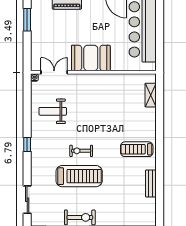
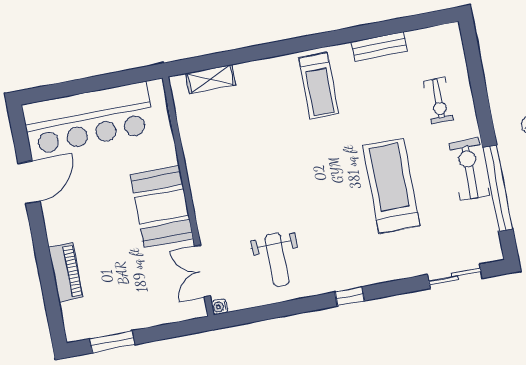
exercise bike: (81, 151) -> (439, 101), moved

